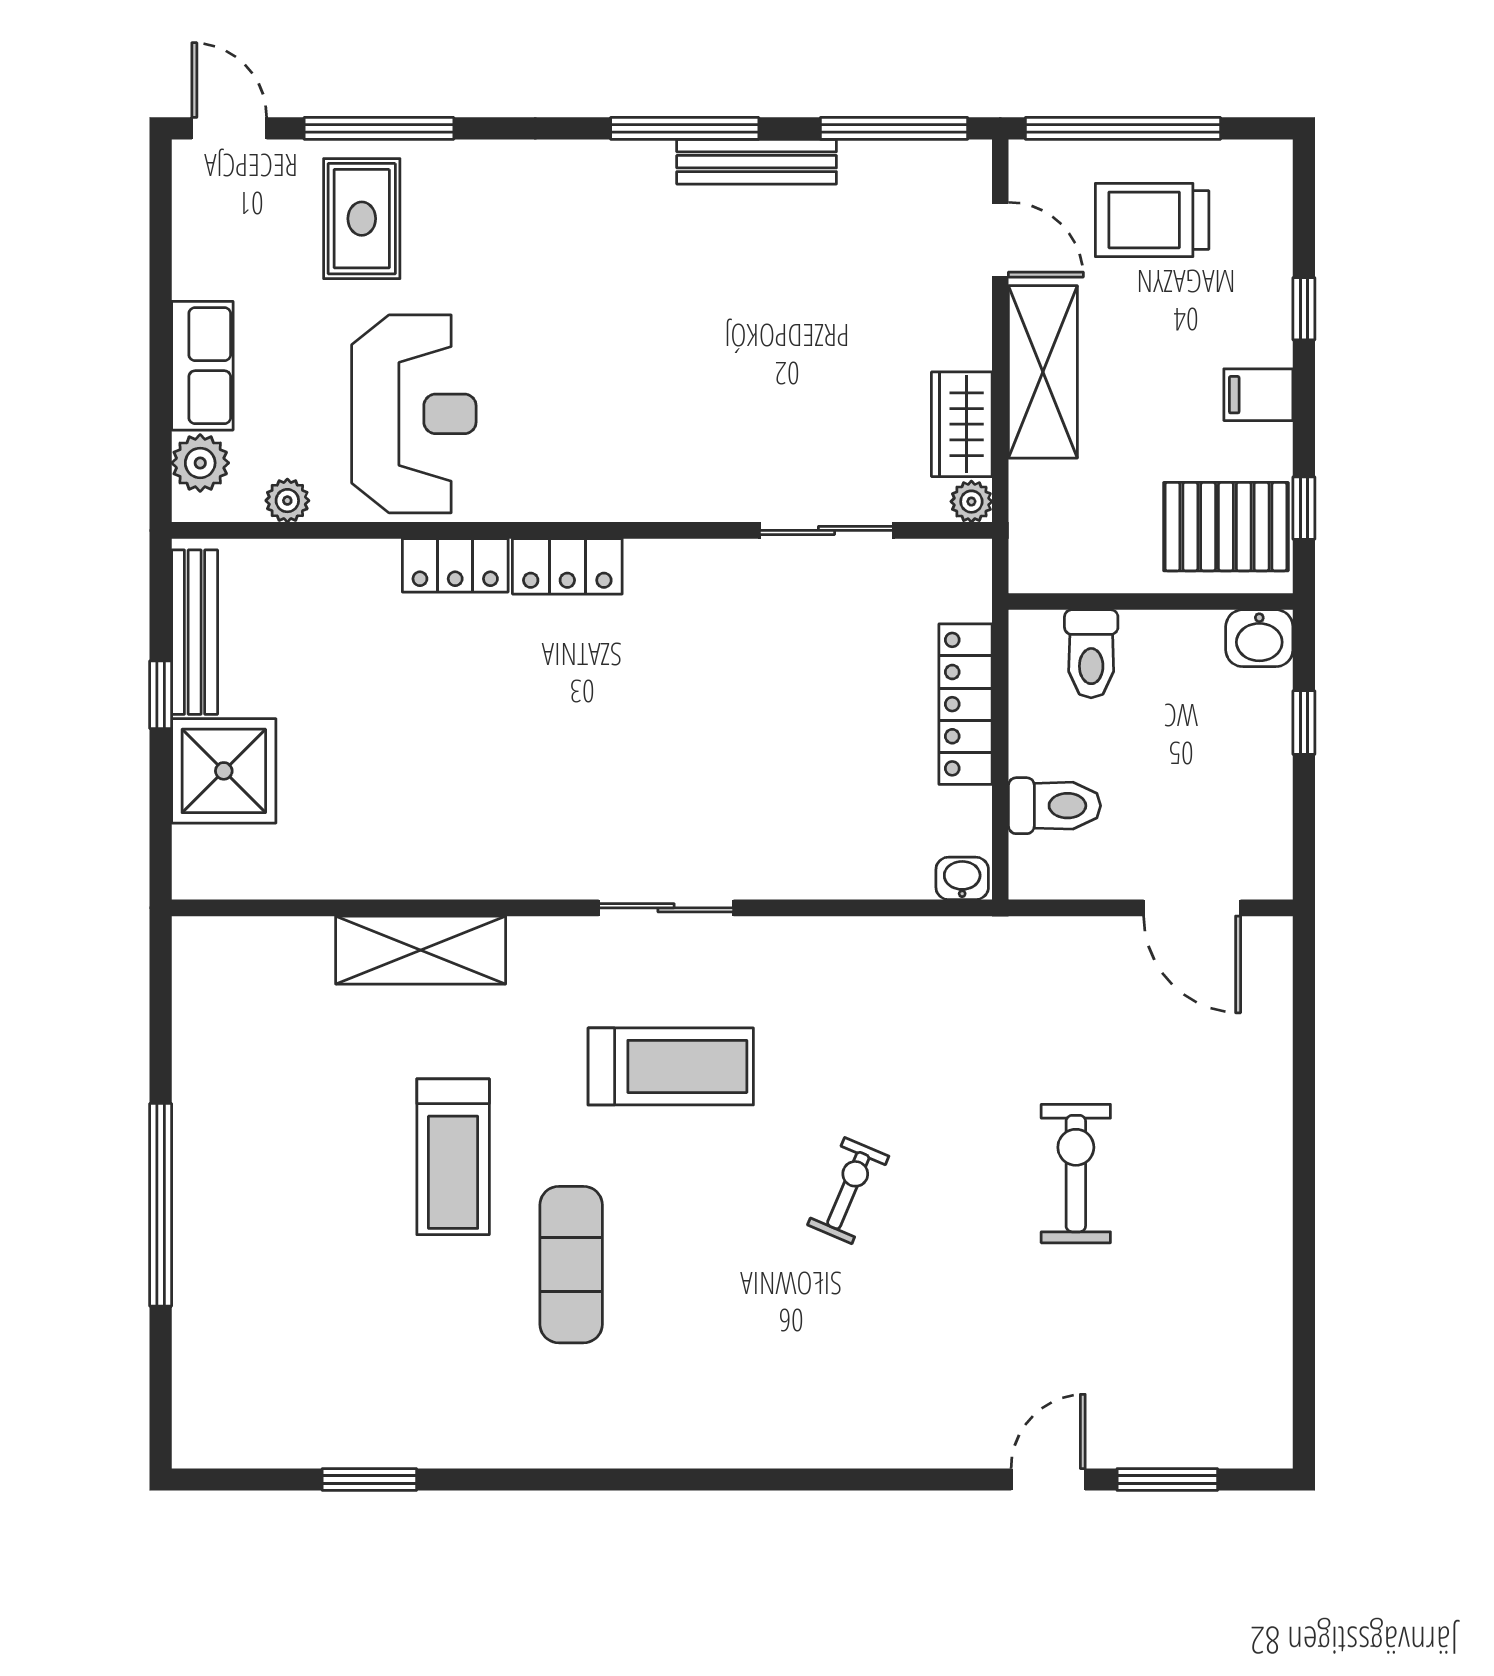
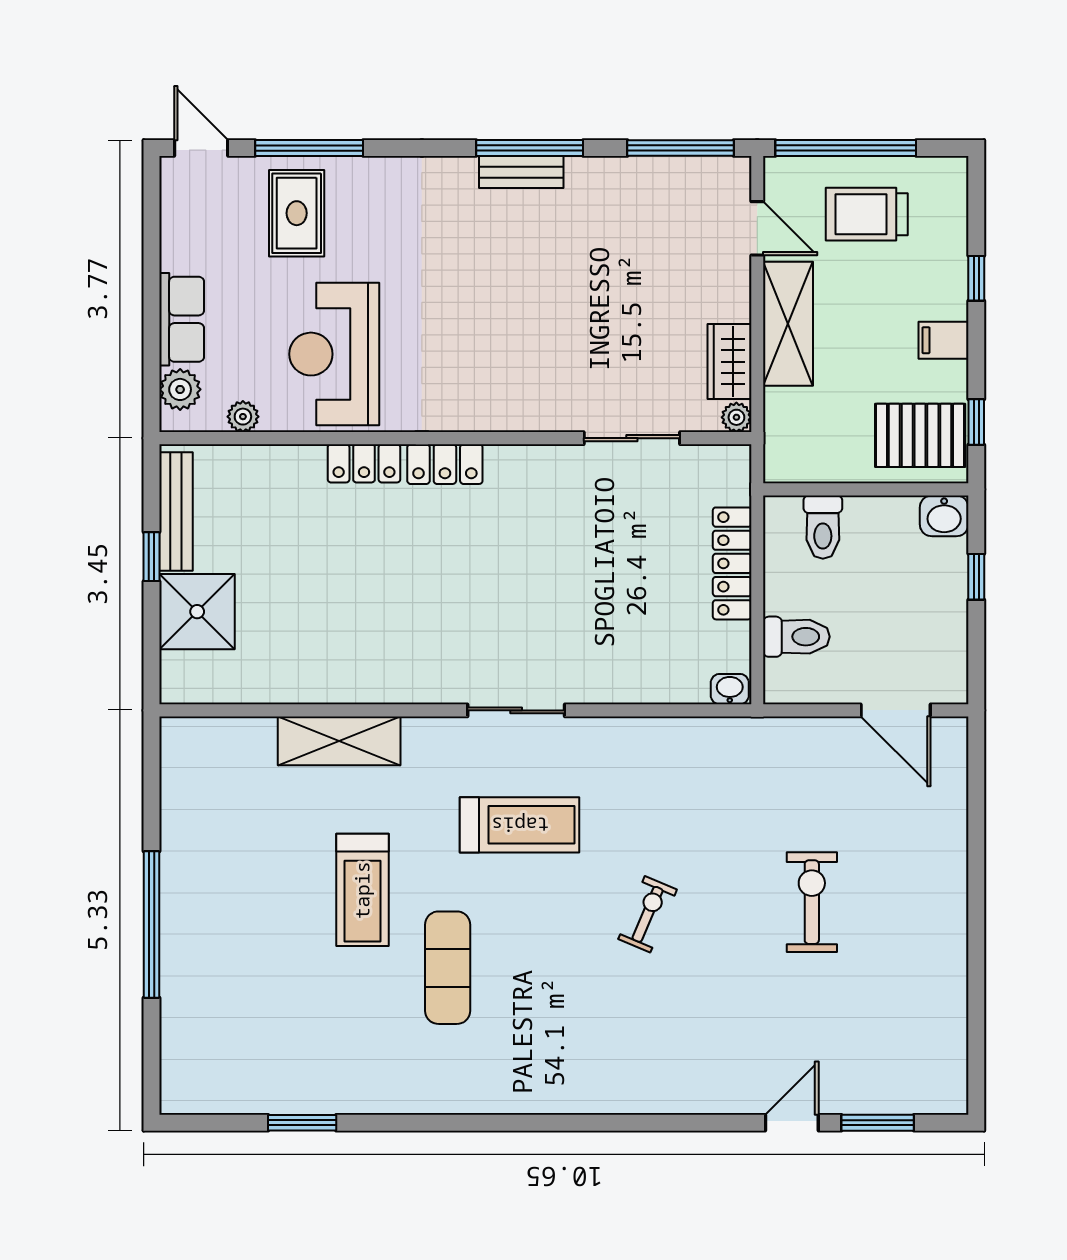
bench: (757, 162) -> (521, 172), moved, width x0.73
reception desk: (414, 414) -> (334, 354), turned 180

